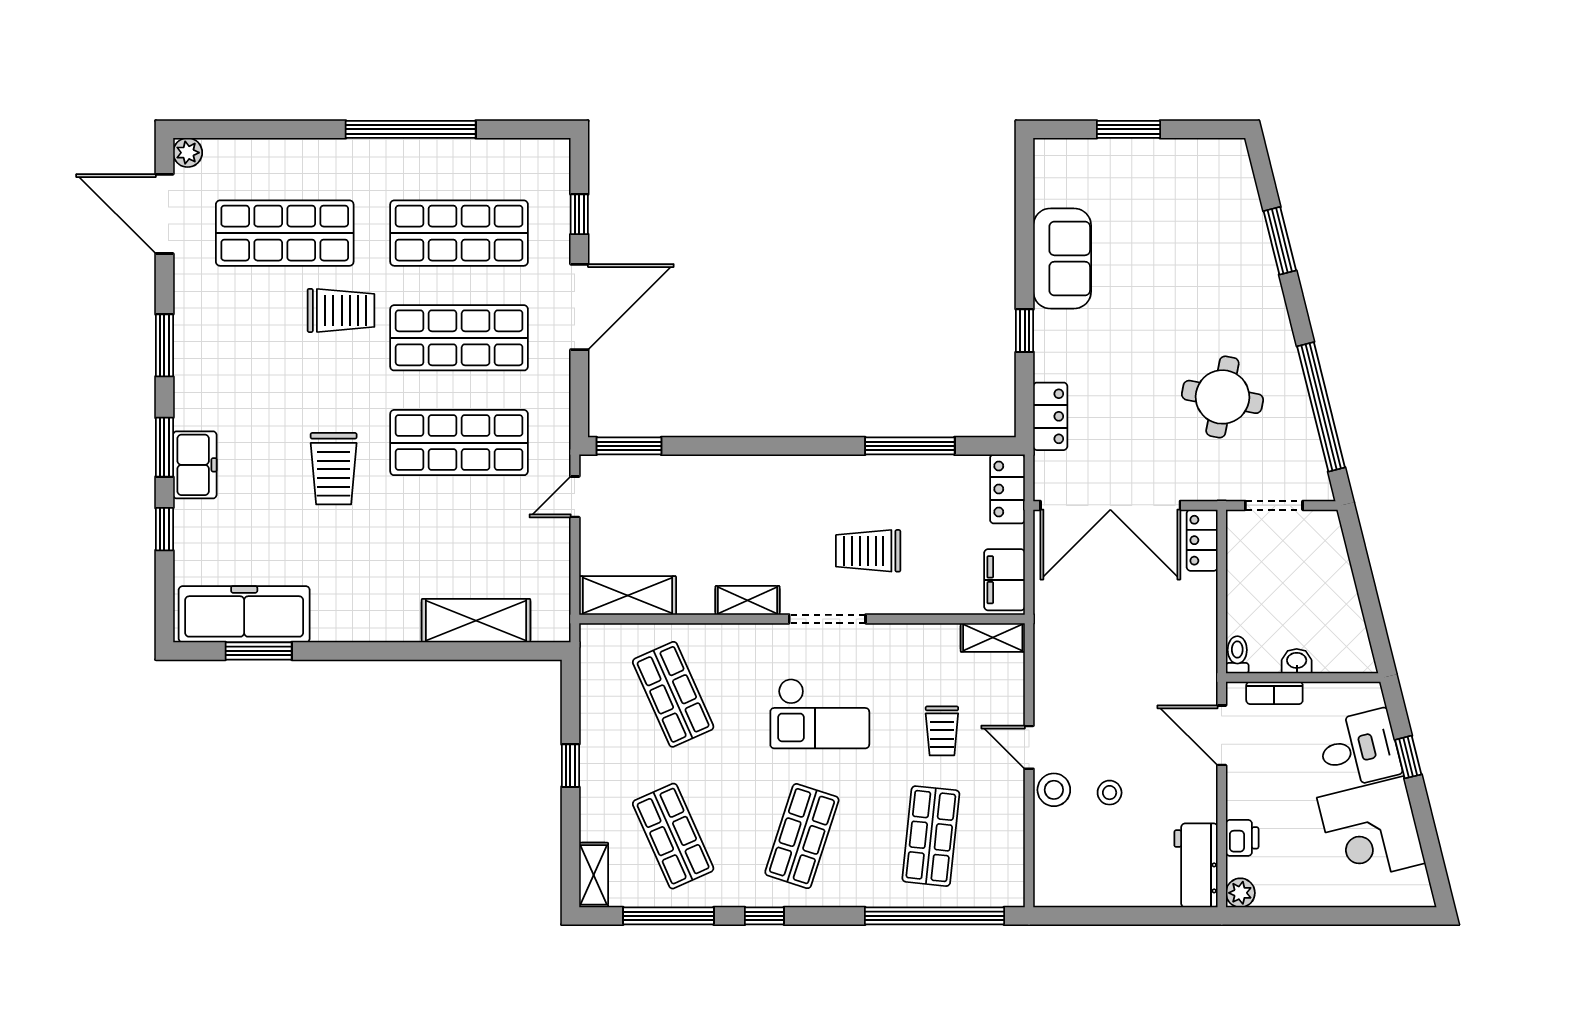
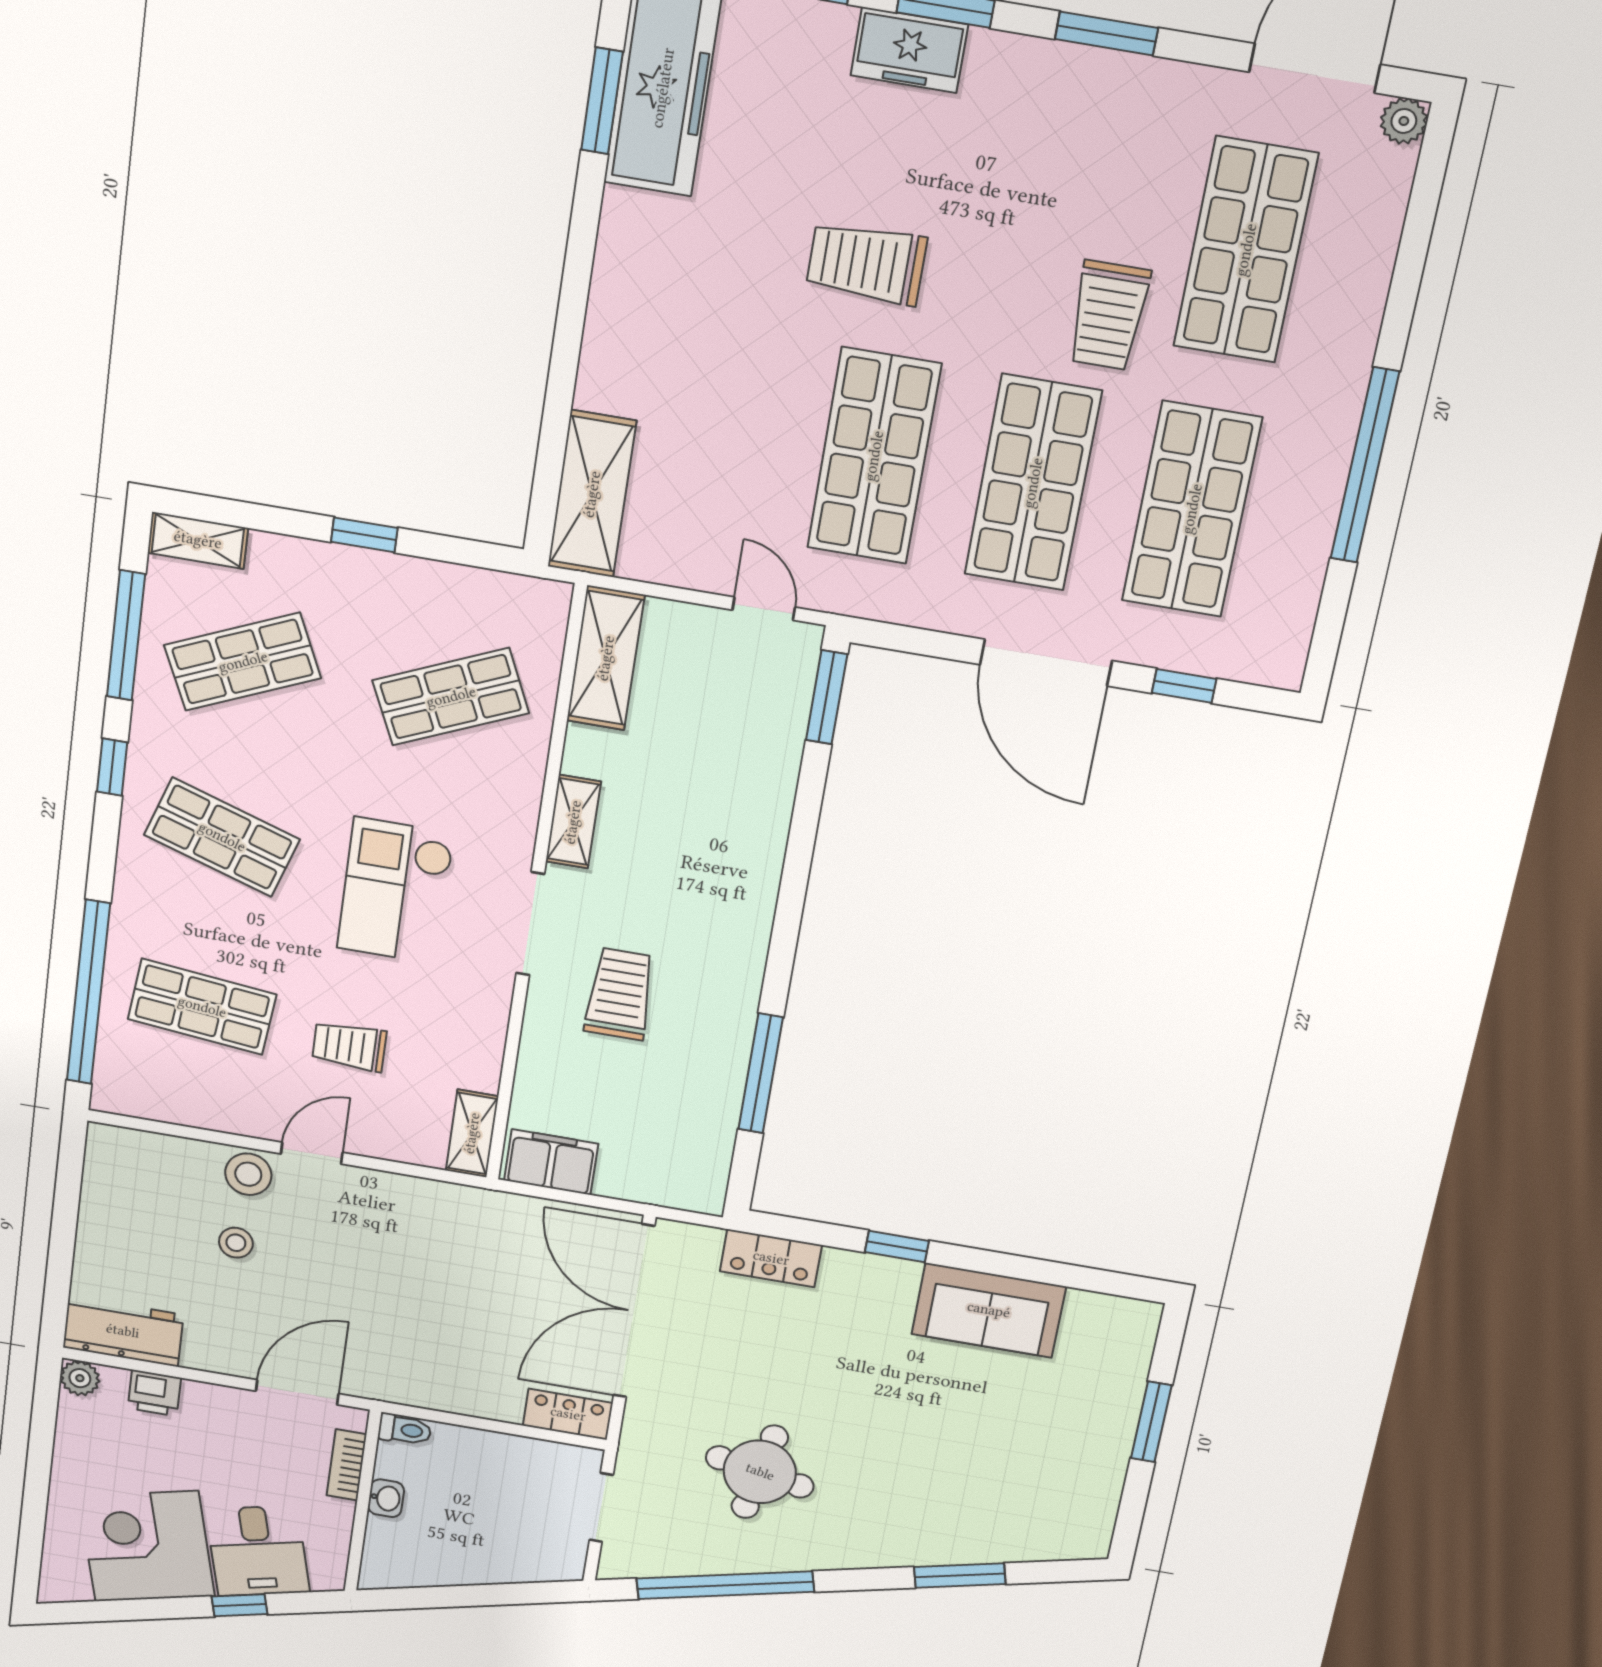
locker: (1007, 489) -> (678, 1187), removed
shelving: (476, 621) -> (592, 494), moved

